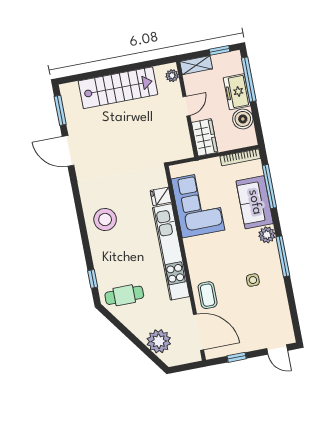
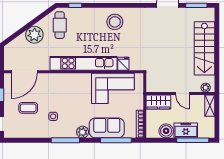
window: (219, 50) -> (217, 124), removed
coffee table: (208, 295) -> (28, 108), moved
plant: (159, 341) -> (34, 35), moved

